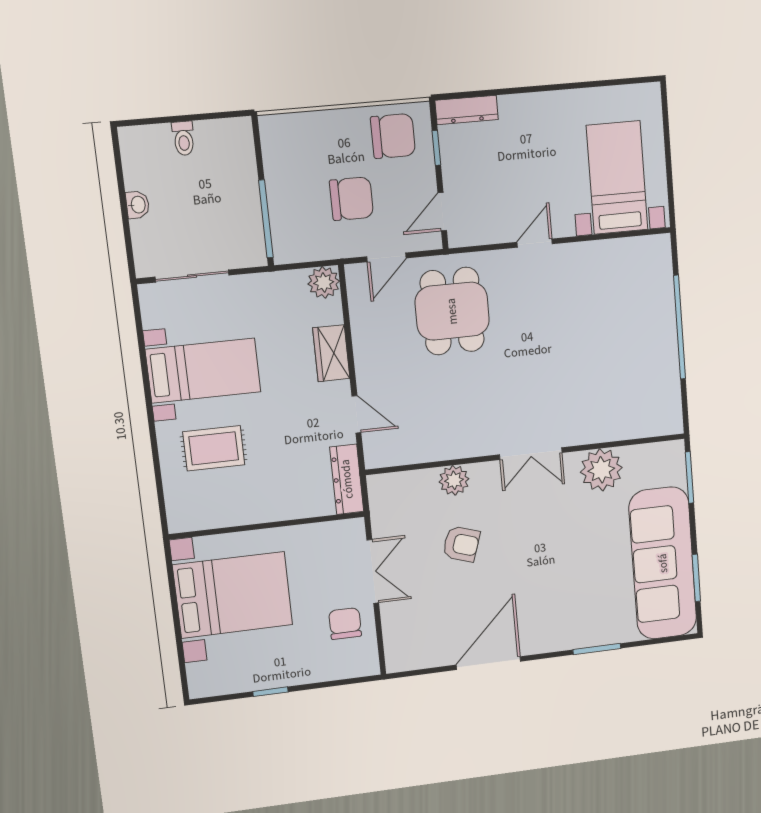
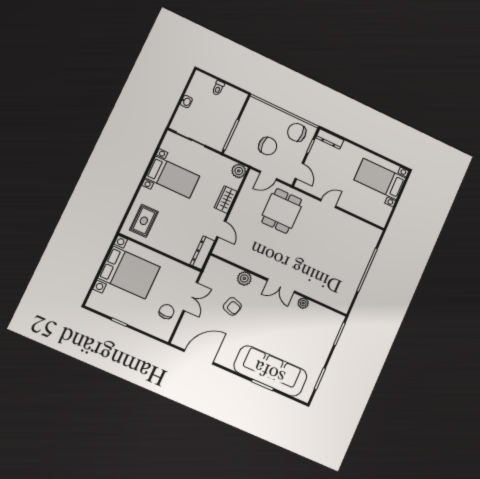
chair: (393, 136) -> (297, 132), turned 180
bed with nightstands: (617, 178) -> (380, 179), moved, turned -90
door: (442, 212) -> (299, 171), swing flipped
rug: (214, 448) -> (144, 221), moved, turned 90
plant: (601, 470) -> (303, 303), width x0.53, depth x0.53
sofa: (663, 563) -> (270, 371), moved, turned 90
door: (488, 663) -> (199, 357), moved

